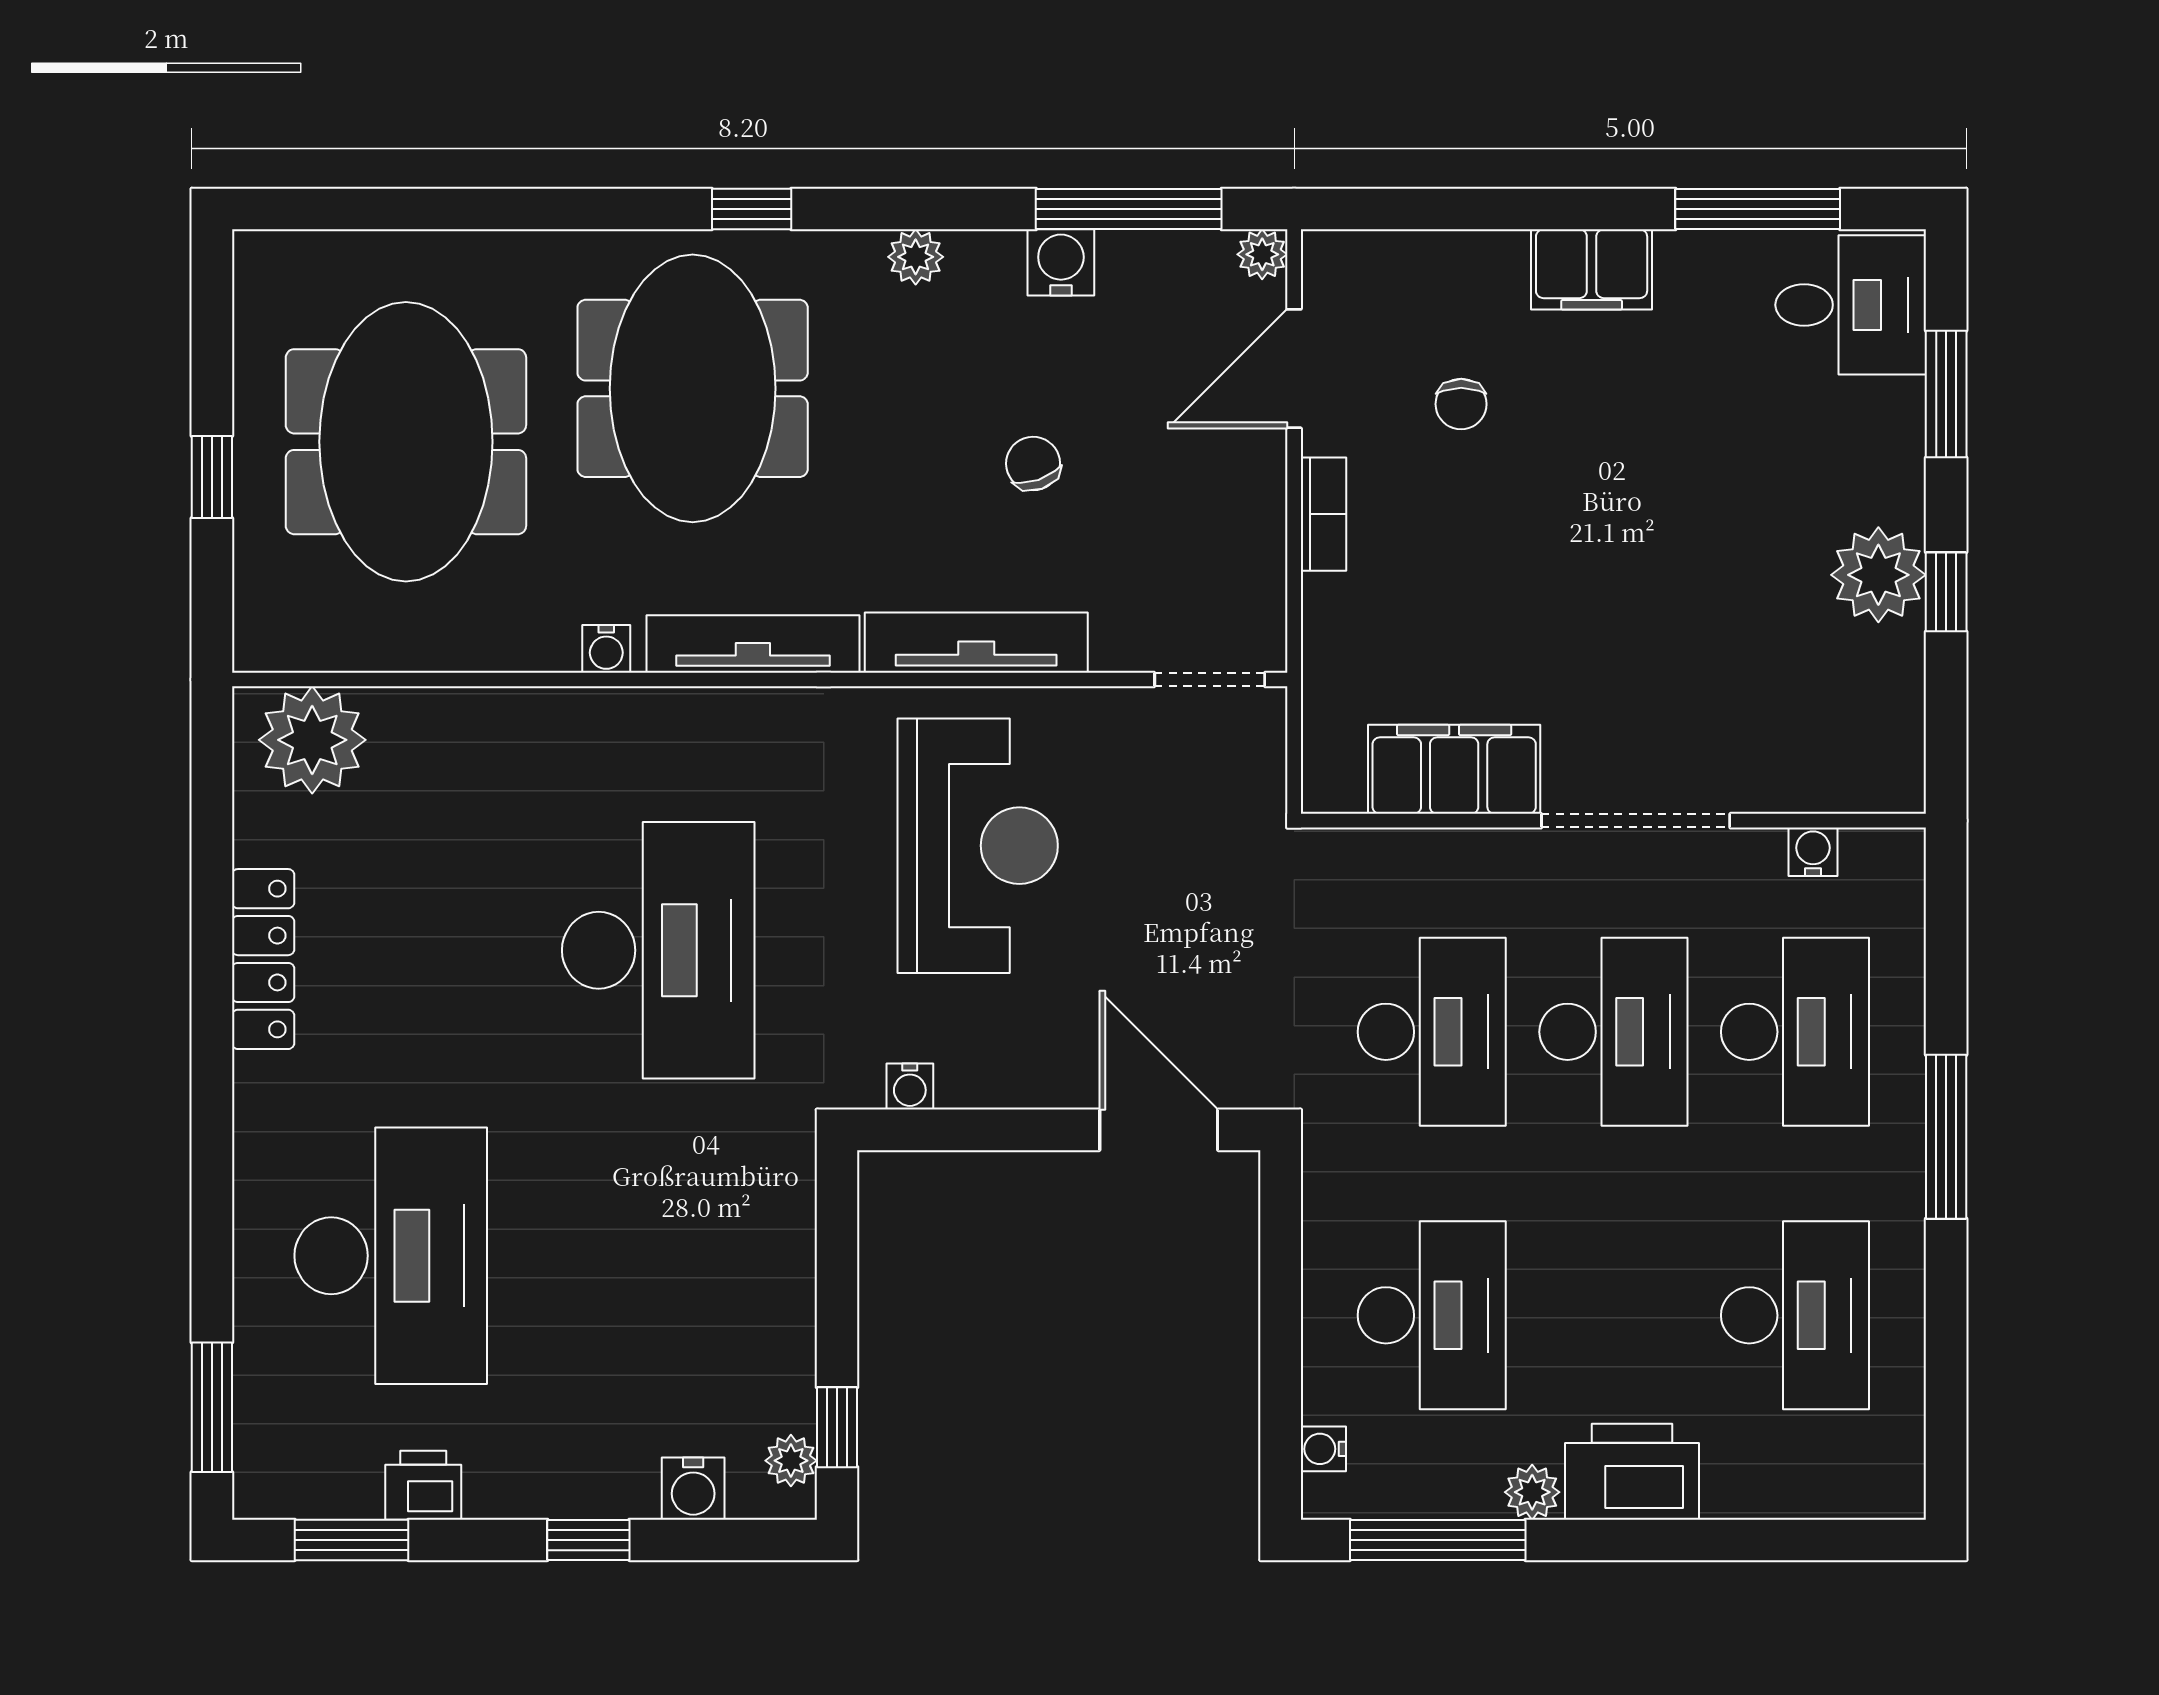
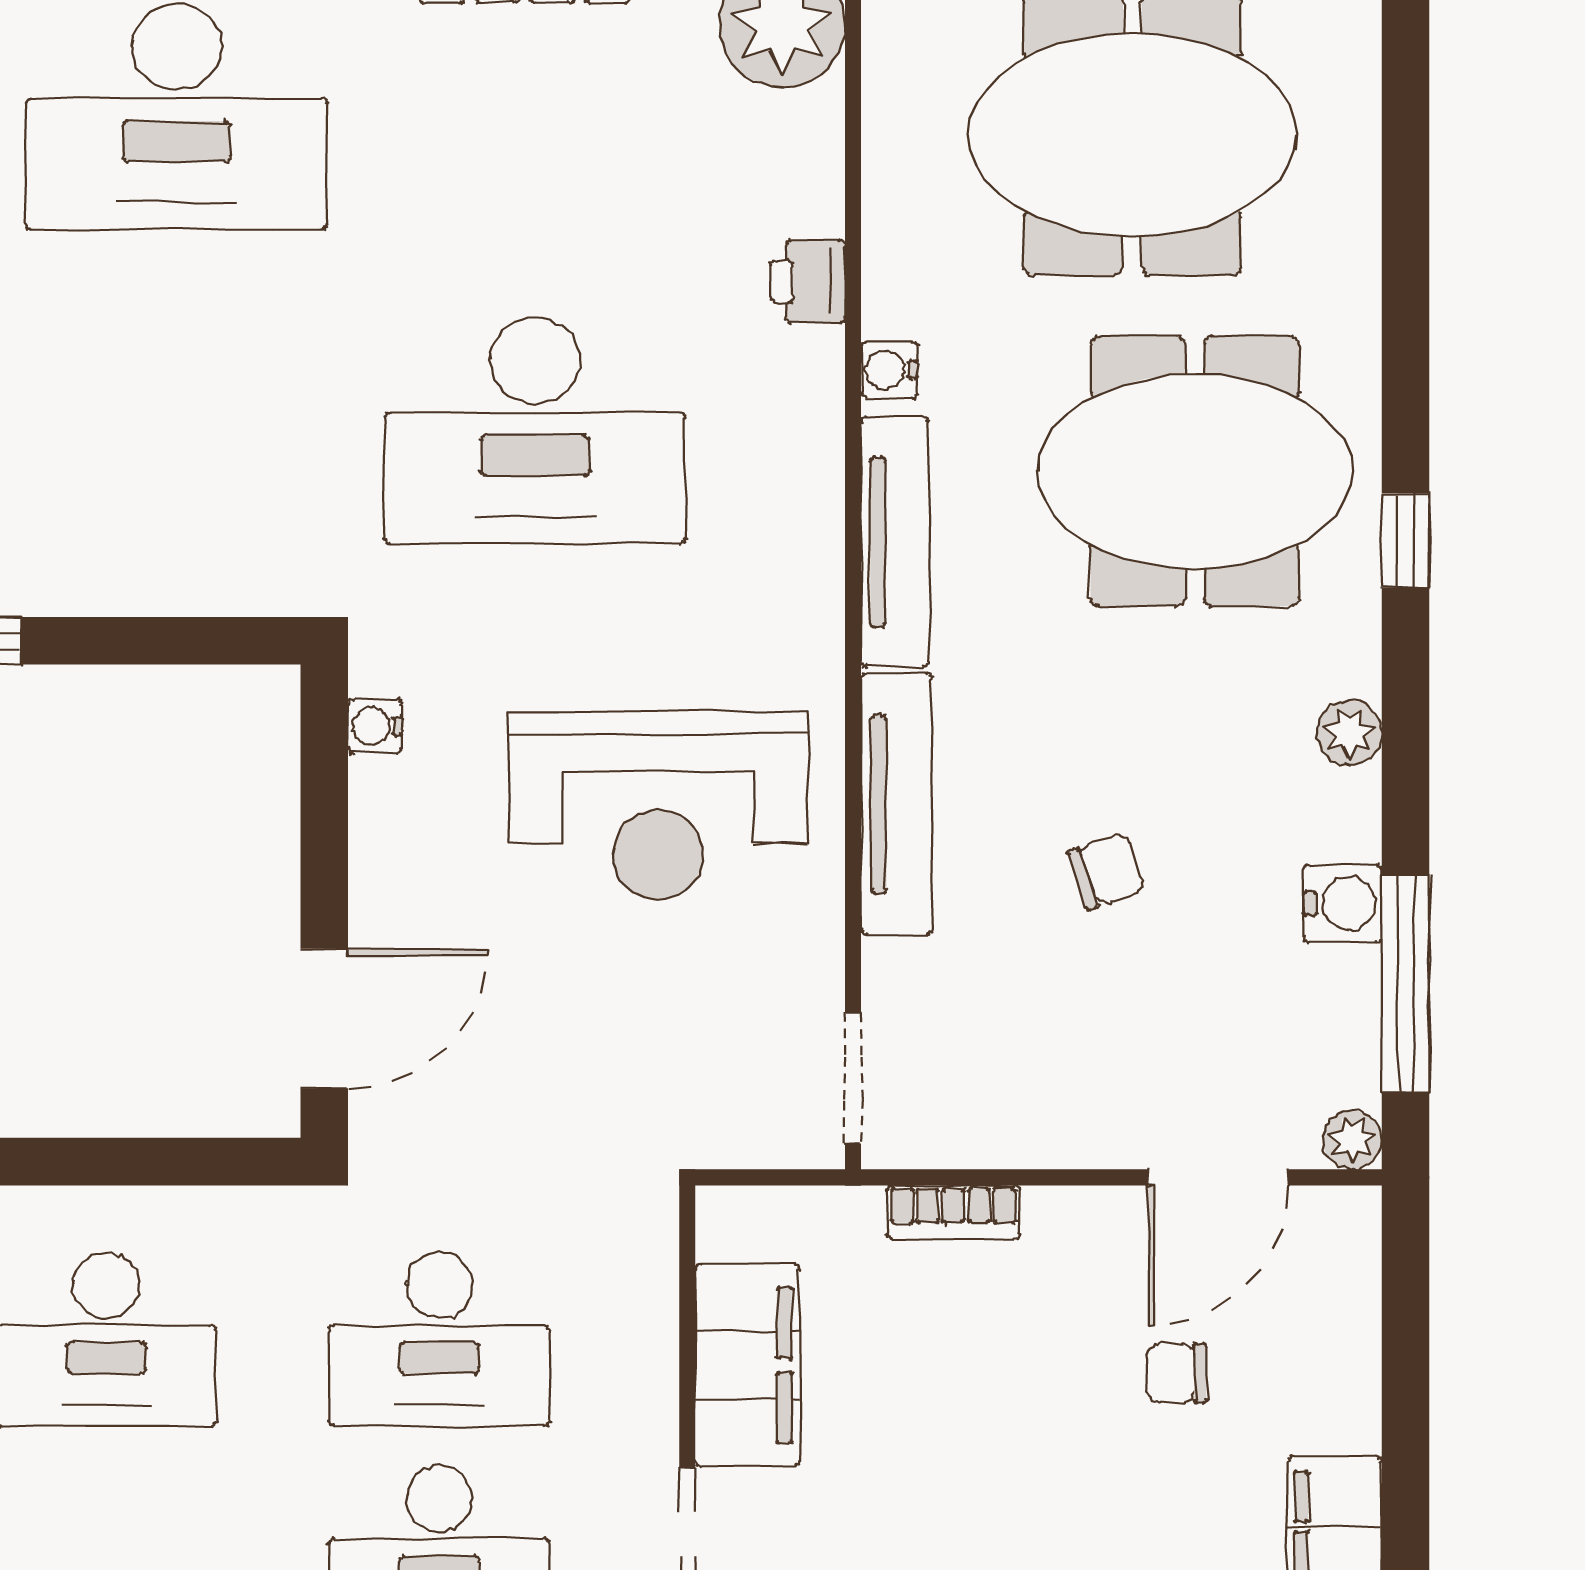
door: (1294, 369) -> (1218, 1177), swing flipped
bookcase: (1323, 514) -> (953, 1212), moved
printer: (531, 718) -> (808, 282), added

